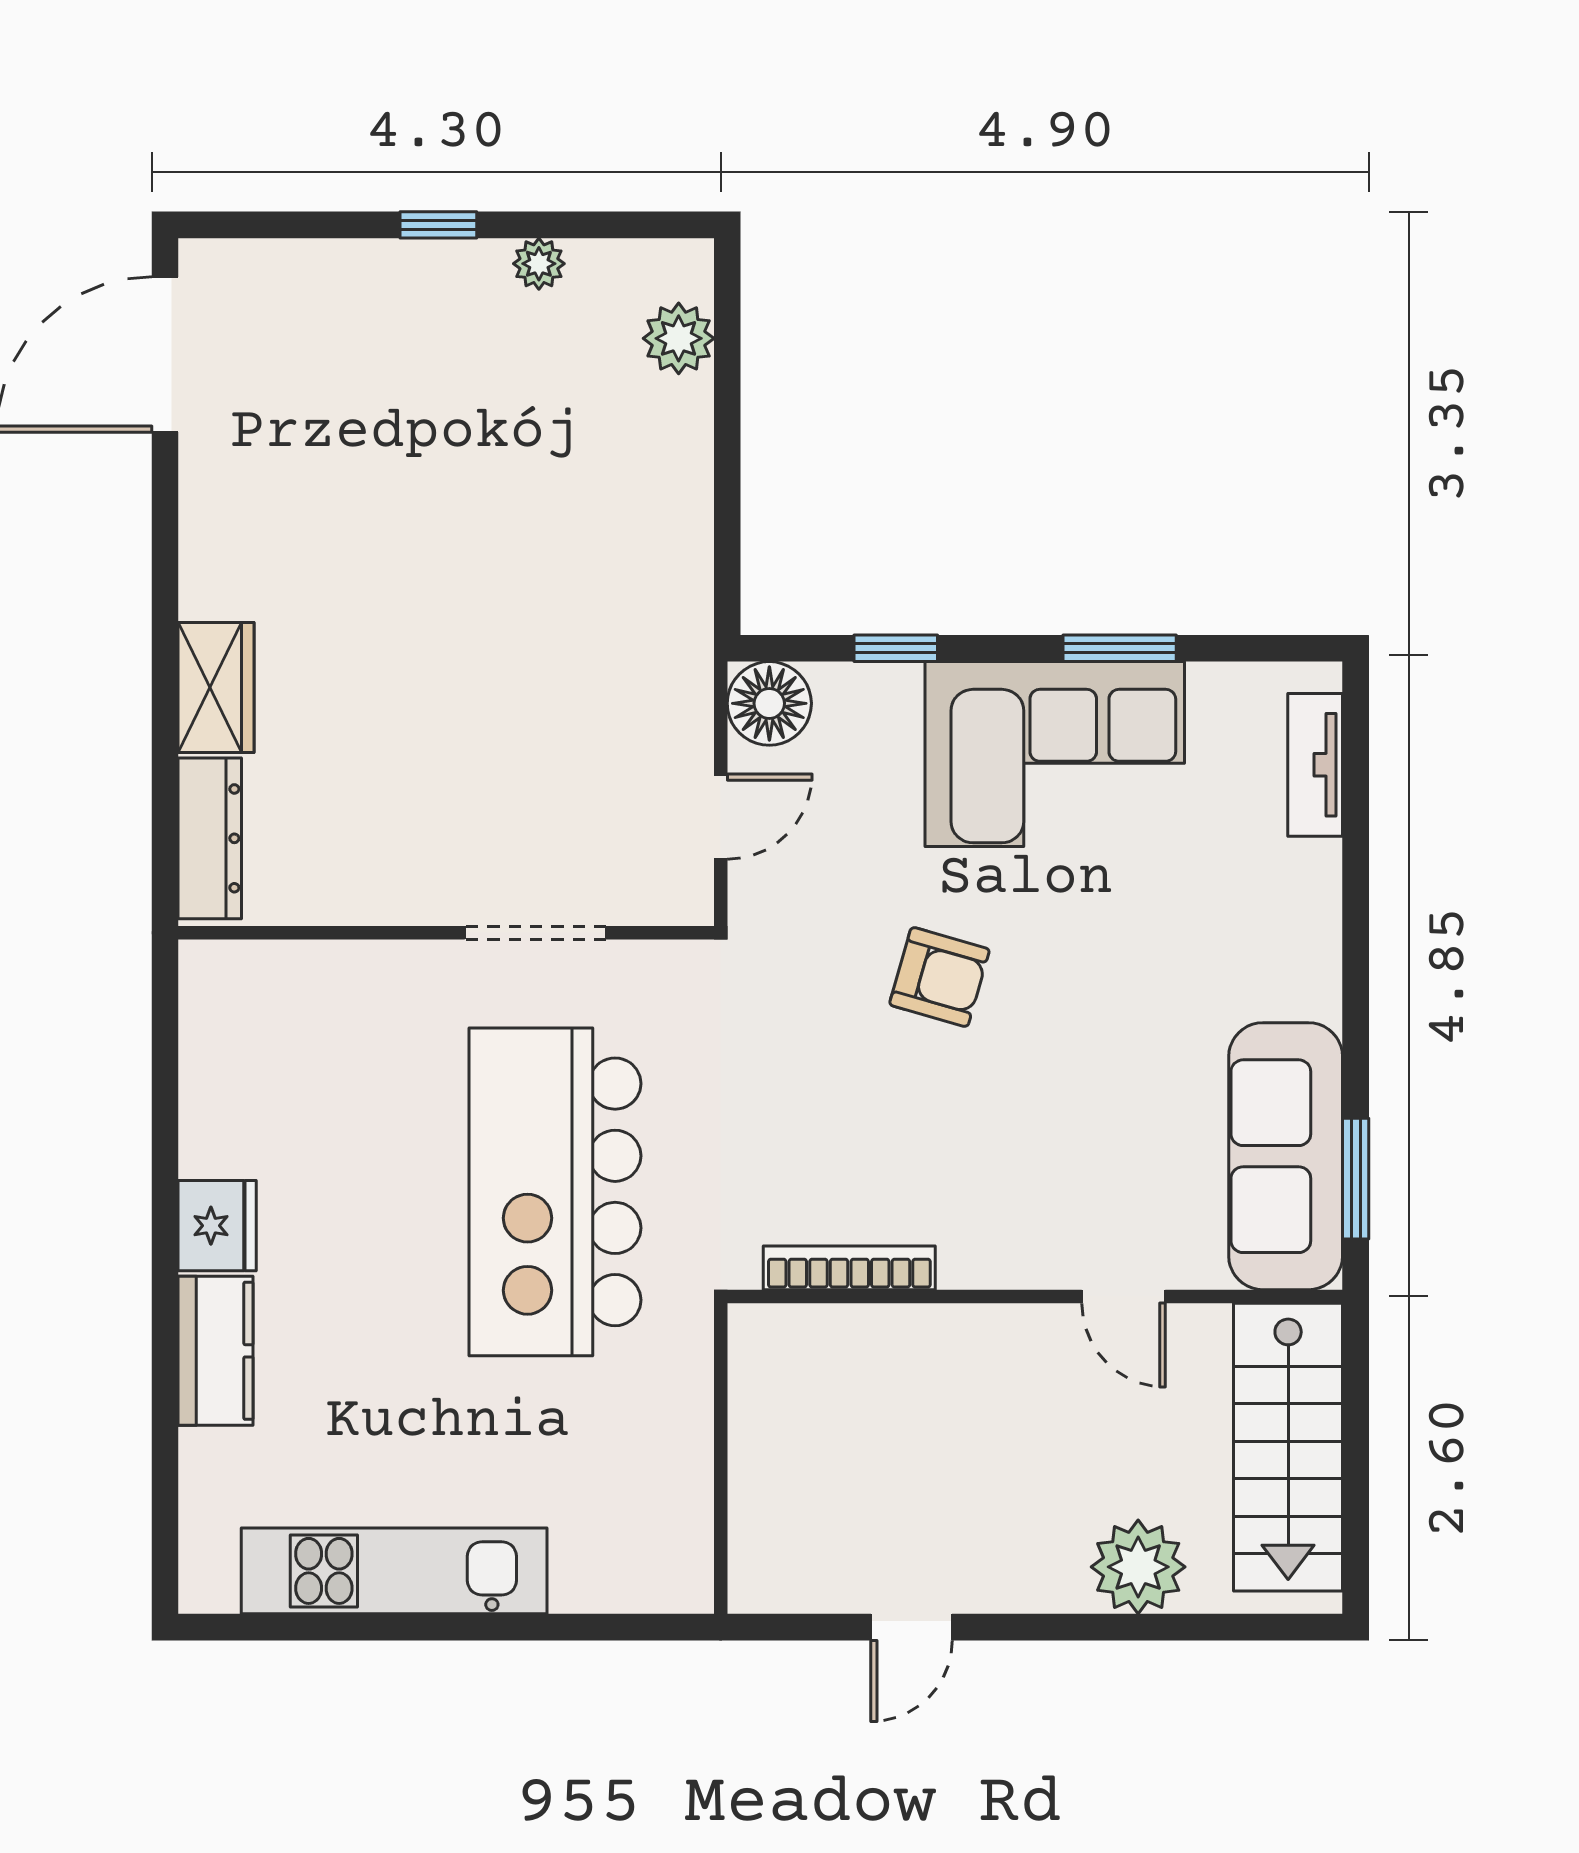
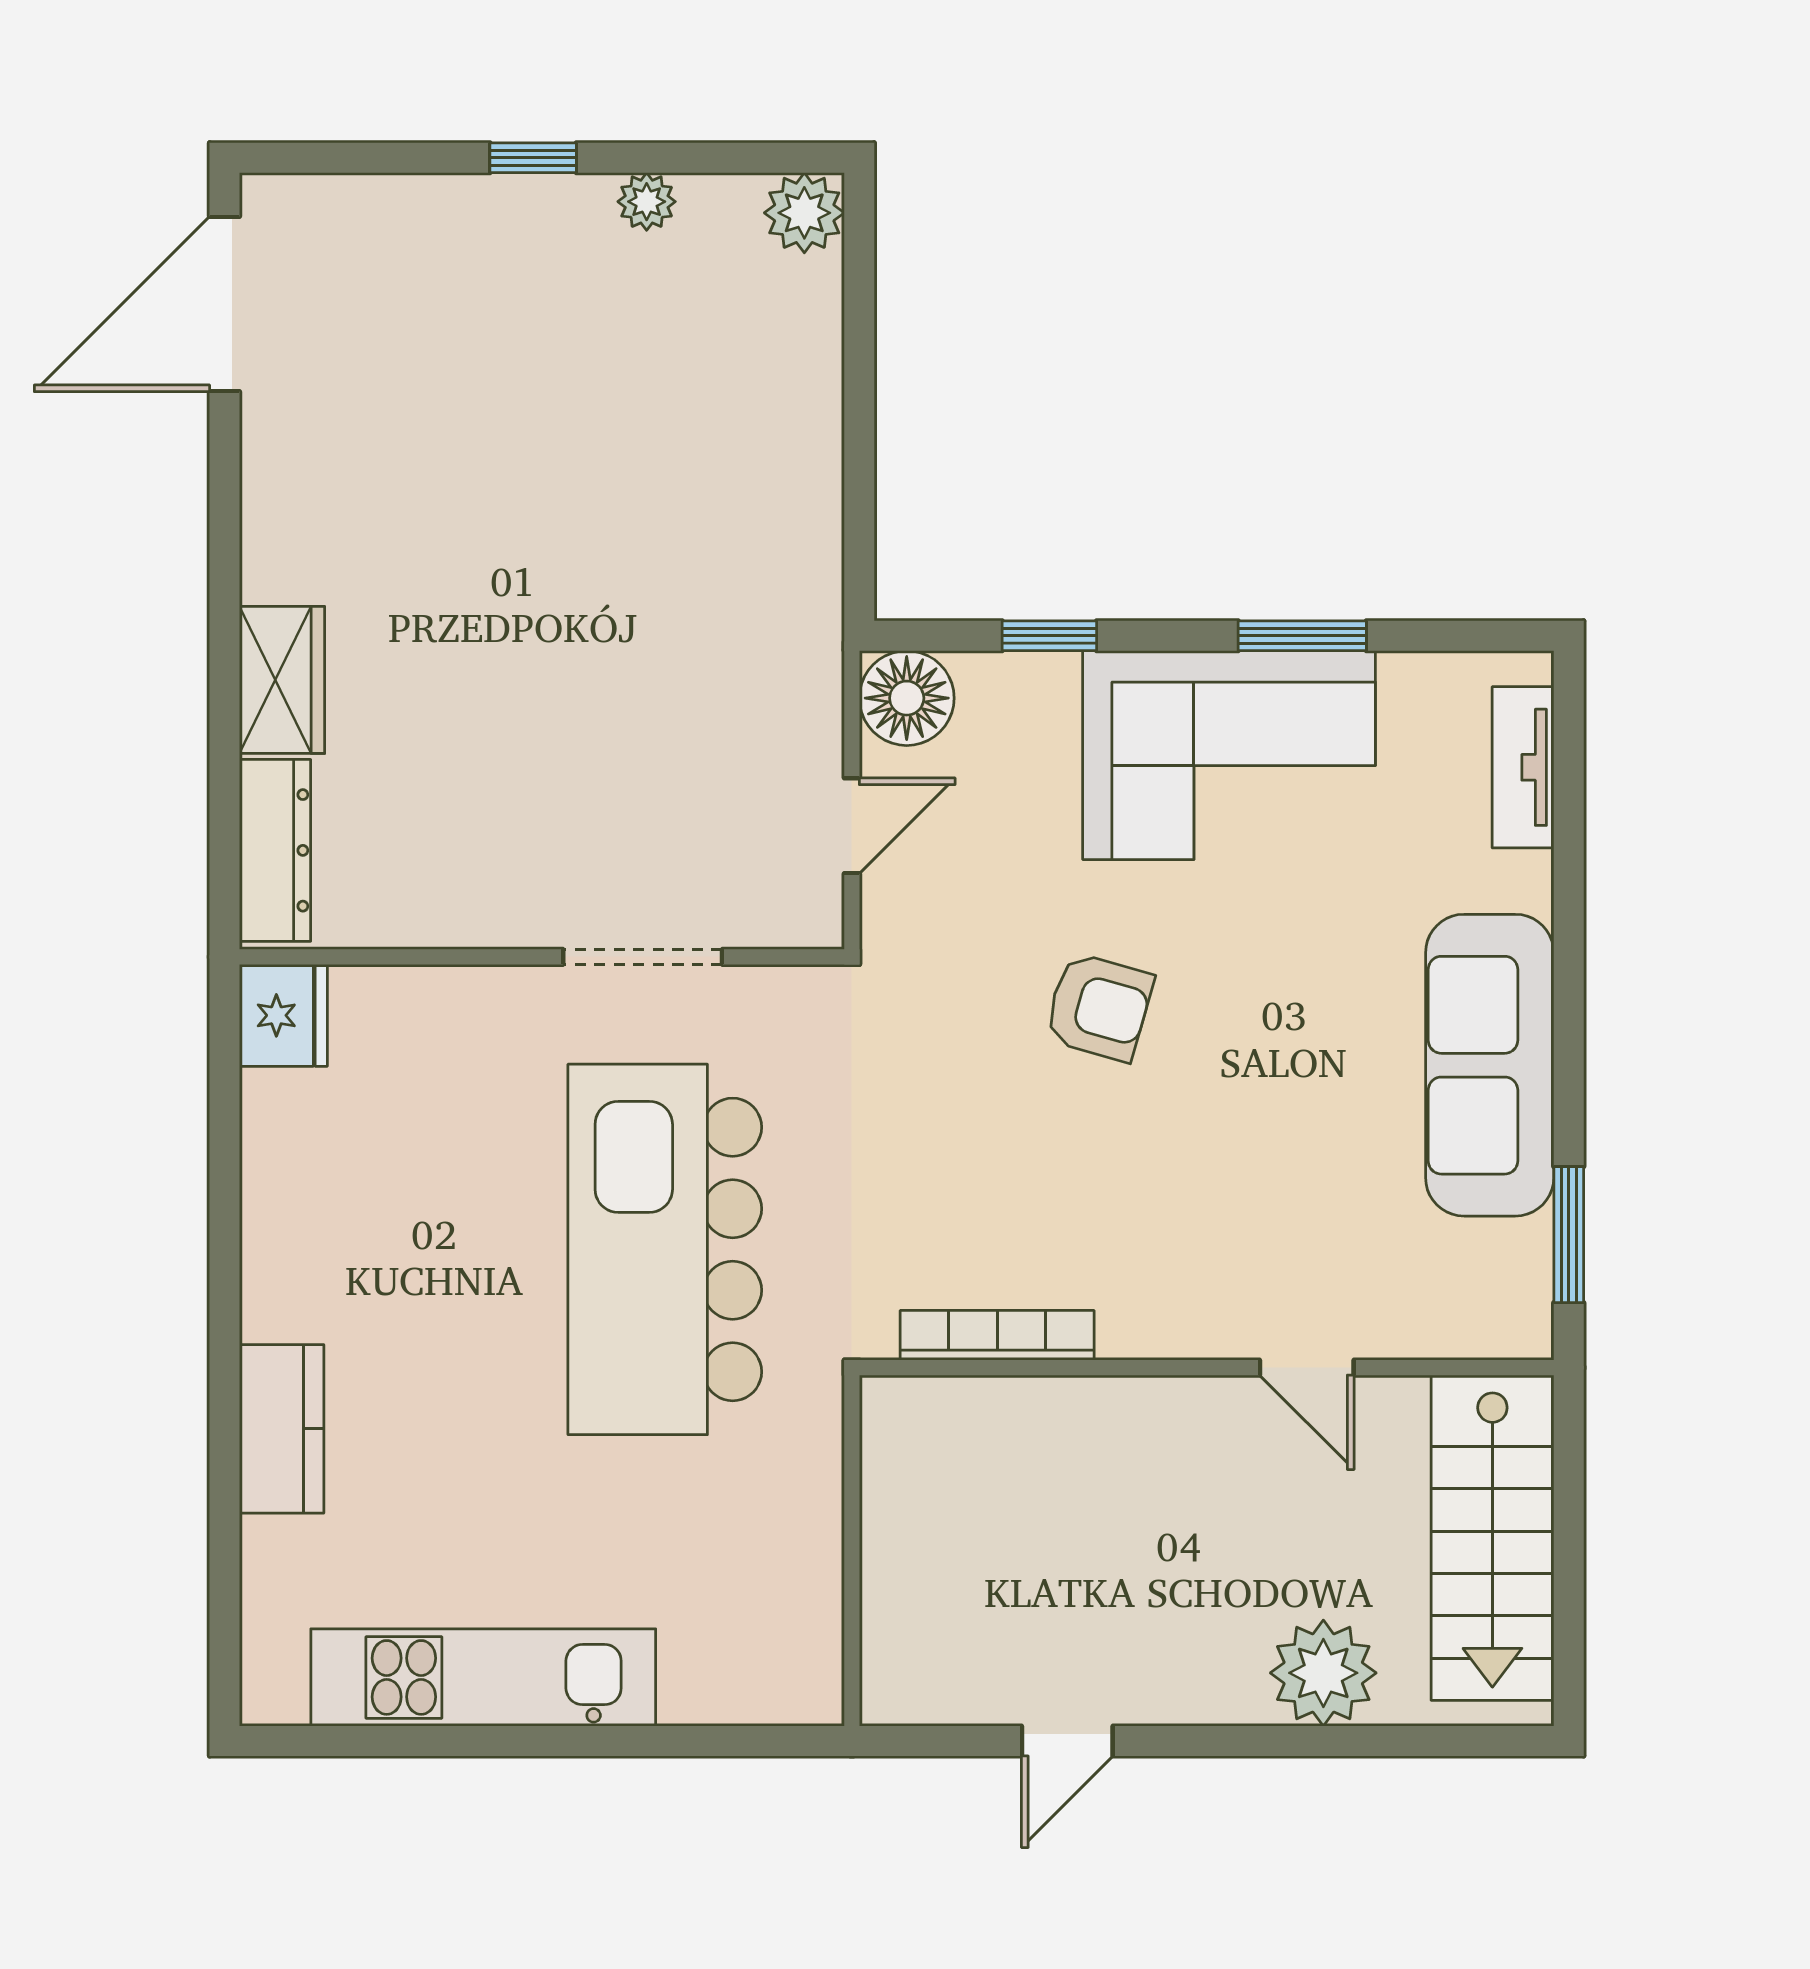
plant: (679, 338) -> (804, 213), moved
sofa: (1286, 1156) -> (1490, 1065), moved
fridge: (217, 1226) -> (283, 1015), moved

